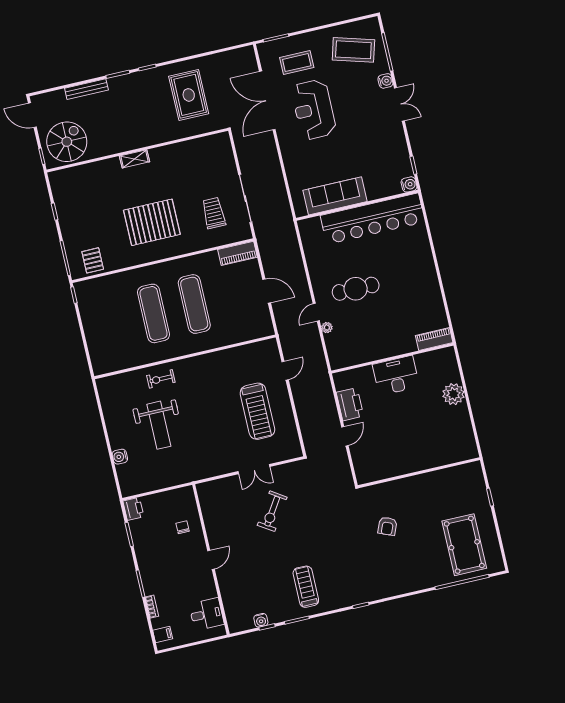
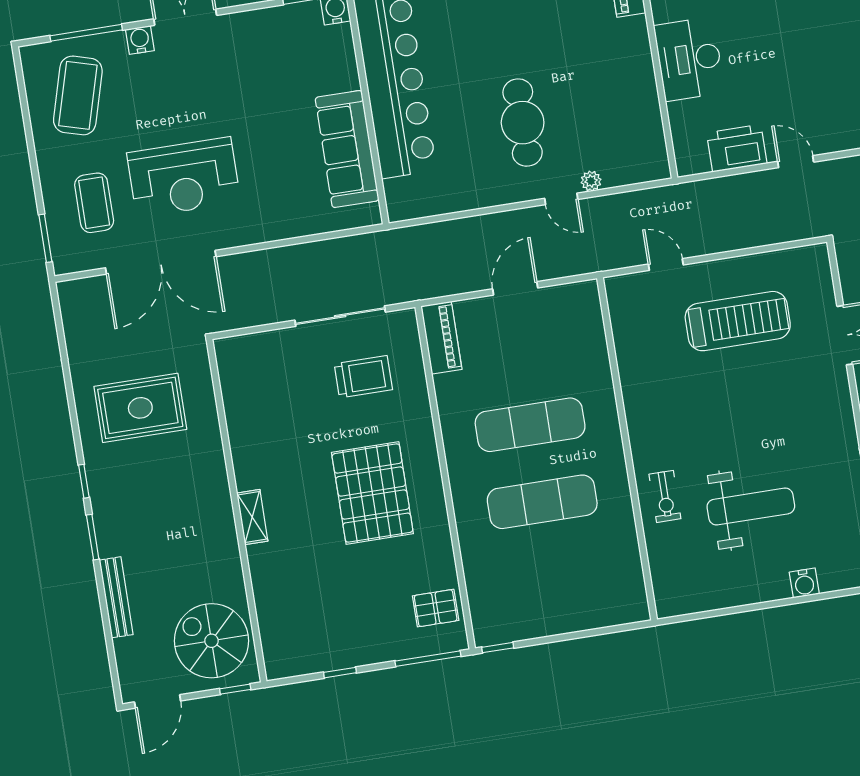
trolley: (214, 213) -> (363, 377), turned 180

